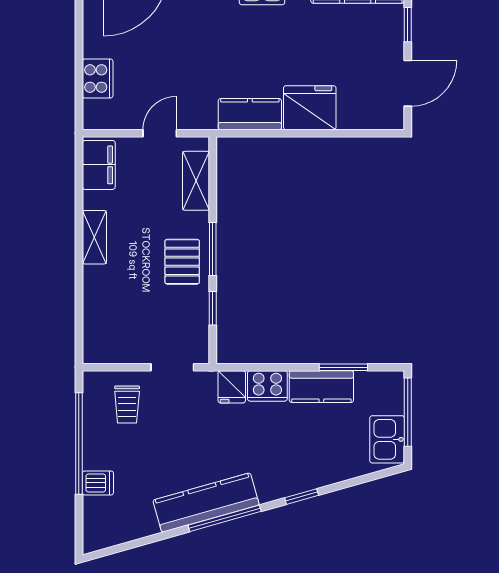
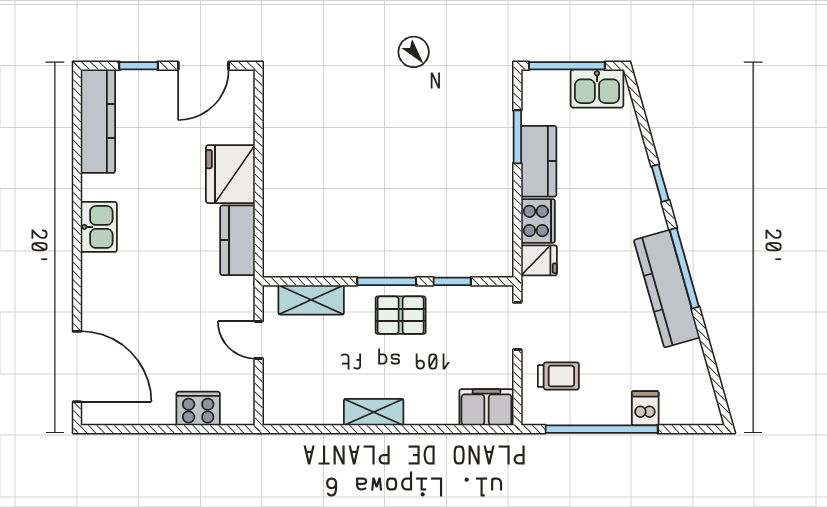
door: (408, 83) -> (203, 66), swing flipped
filing cabinet: (99, 165) -> (486, 407), moved

